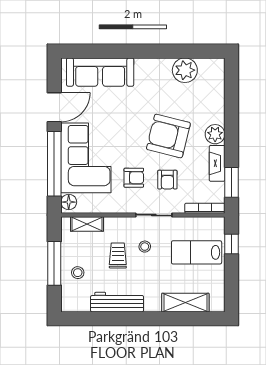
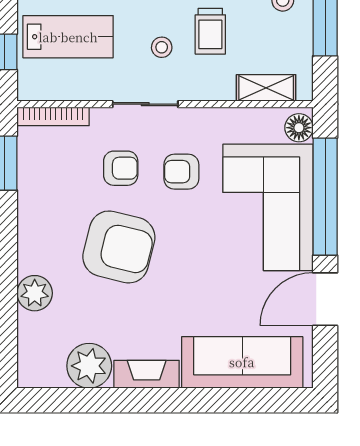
plant: (215, 134) -> (35, 293), moved
fireplace: (217, 163) -> (147, 374), moved, turned -90
armchair: (167, 180) -> (121, 168), turned 90

